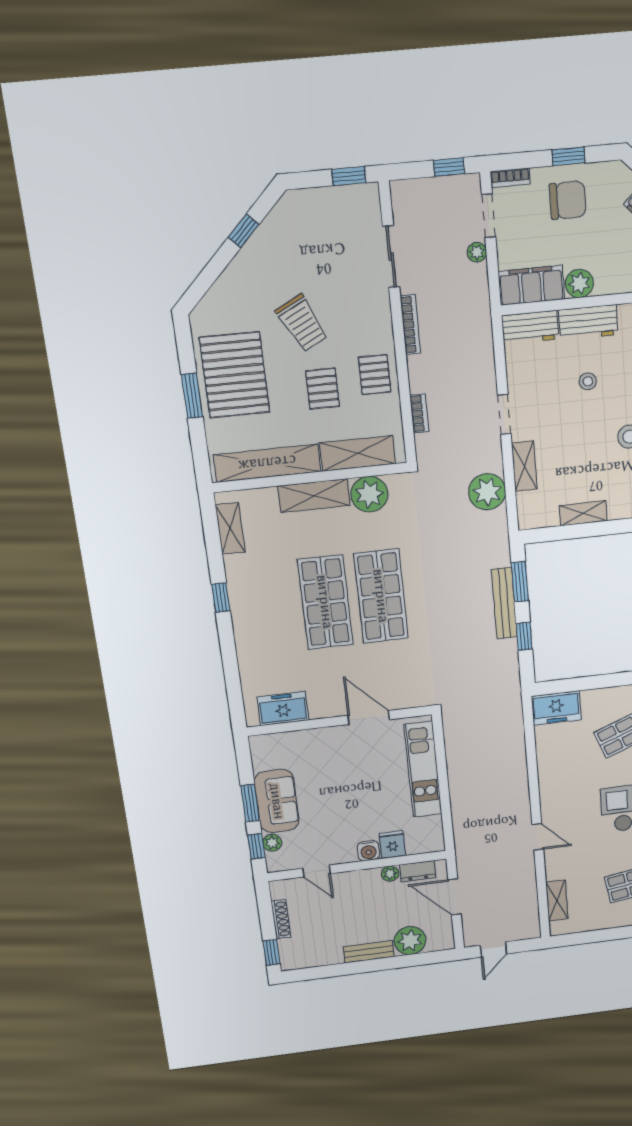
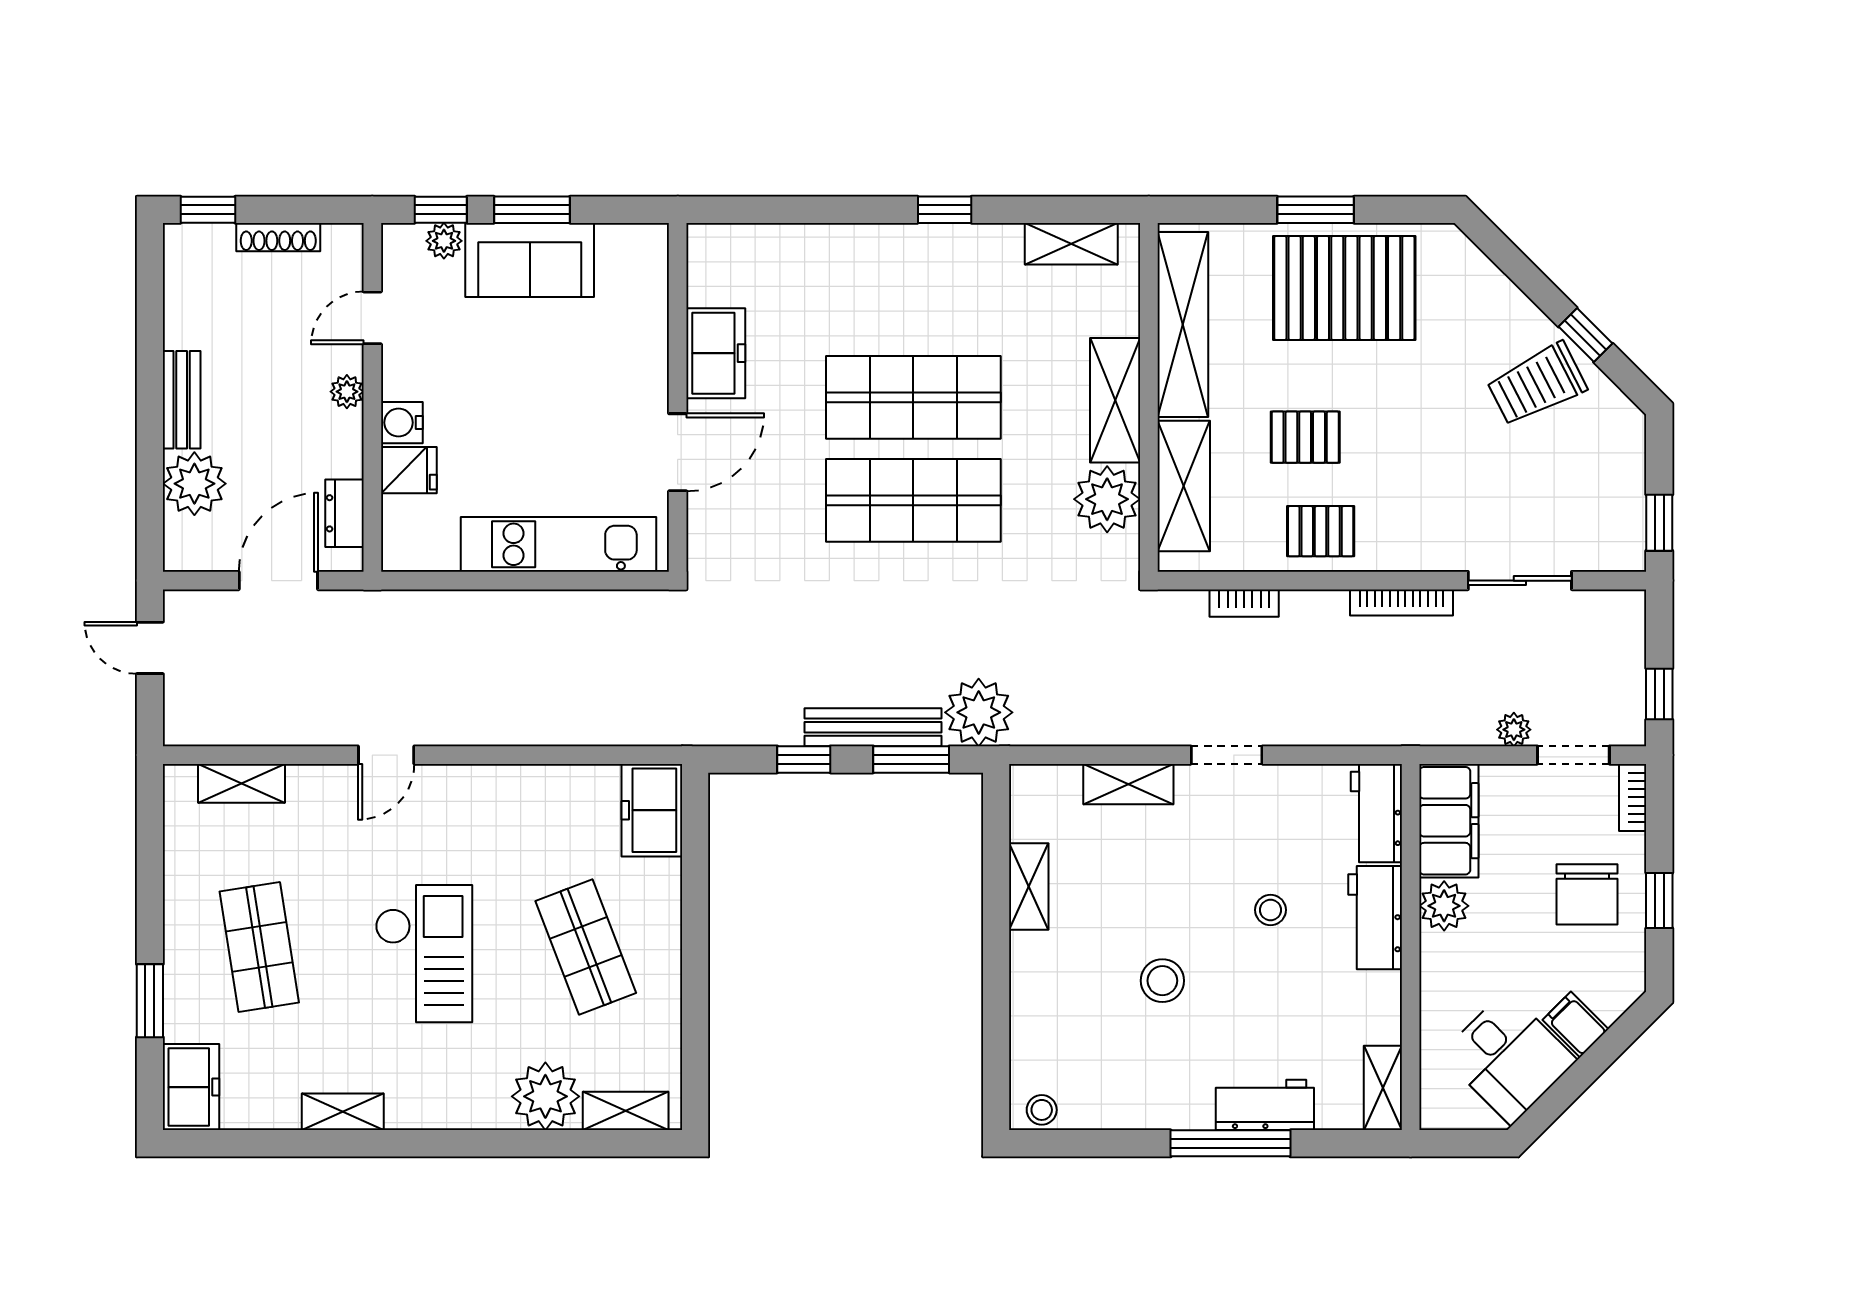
trolley: (302, 323) -> (1537, 384), moved
plant: (487, 492) -> (979, 712), moved
freezer: (283, 709) -> (716, 353), moved
plant: (390, 874) -> (347, 392), moved

